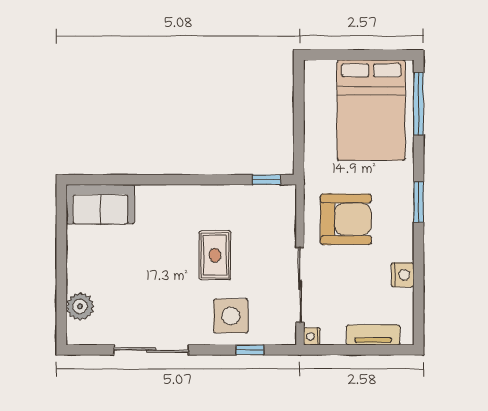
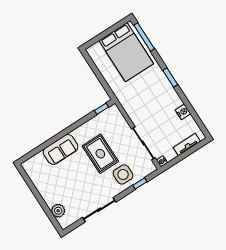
sofa: (100, 204) -> (61, 149), moved
armchair: (346, 219) -> (145, 104), removed
rug: (215, 255) -> (100, 154), width x1.36, depth x1.43

